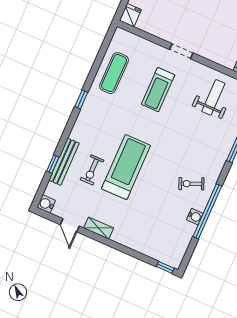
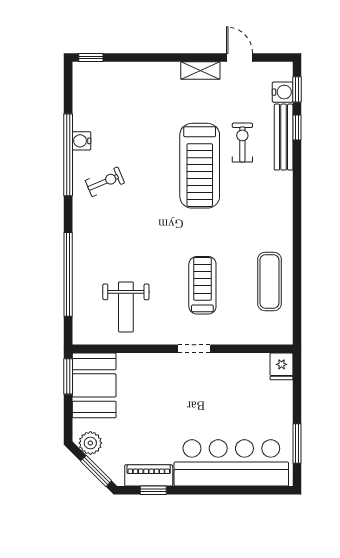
window: (81, 99) -> (297, 89), moved
water cooler: (46, 204) -> (283, 92), moved

